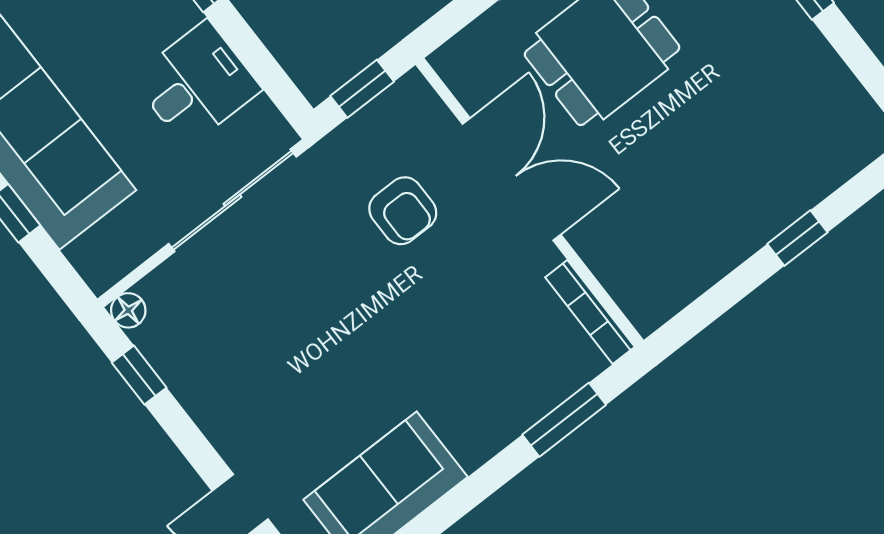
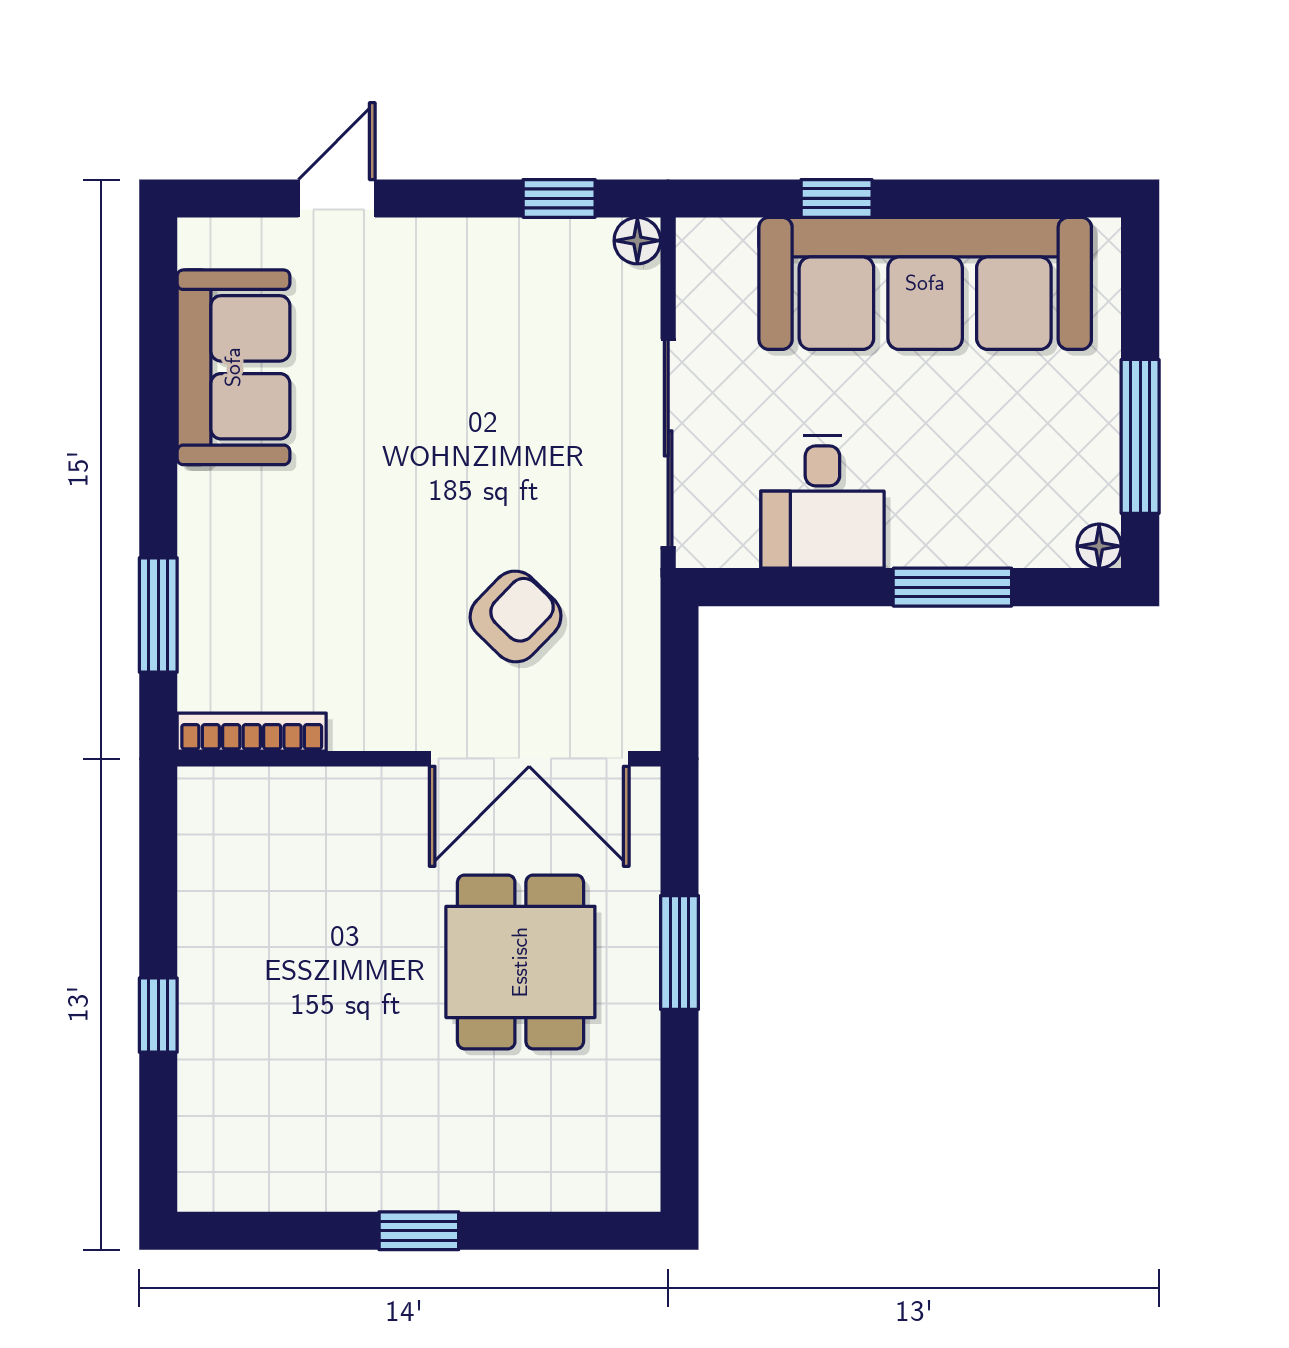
window: (362, 89) -> (680, 674), removed
double door: (512, 179) -> (529, 759), moved
armchair: (403, 211) -> (516, 616), turned 134

